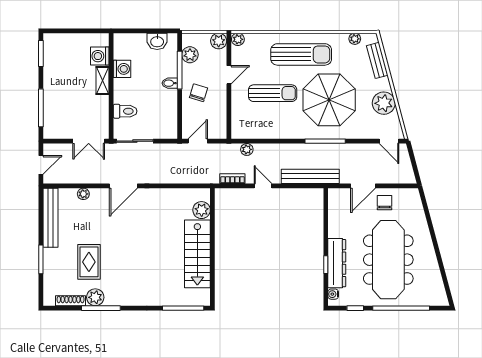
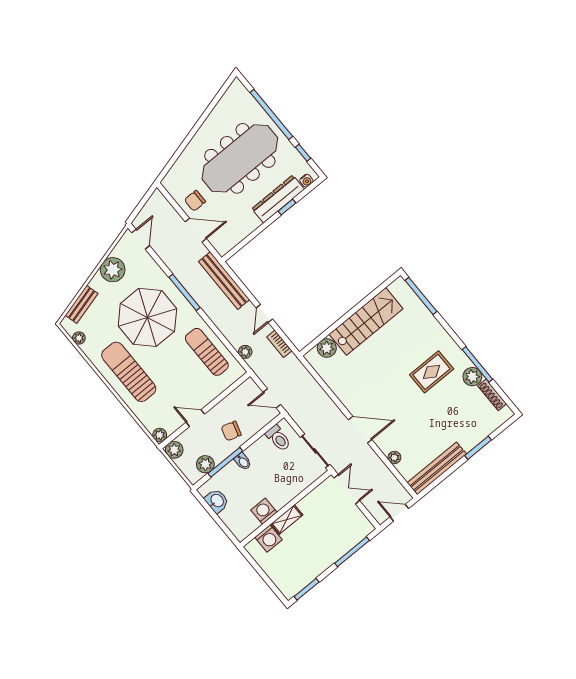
sun lounger: (273, 93) -> (207, 352), moved
toilet: (125, 111) -> (278, 438), moved, turned 180
rug: (89, 262) -> (432, 372), moved

